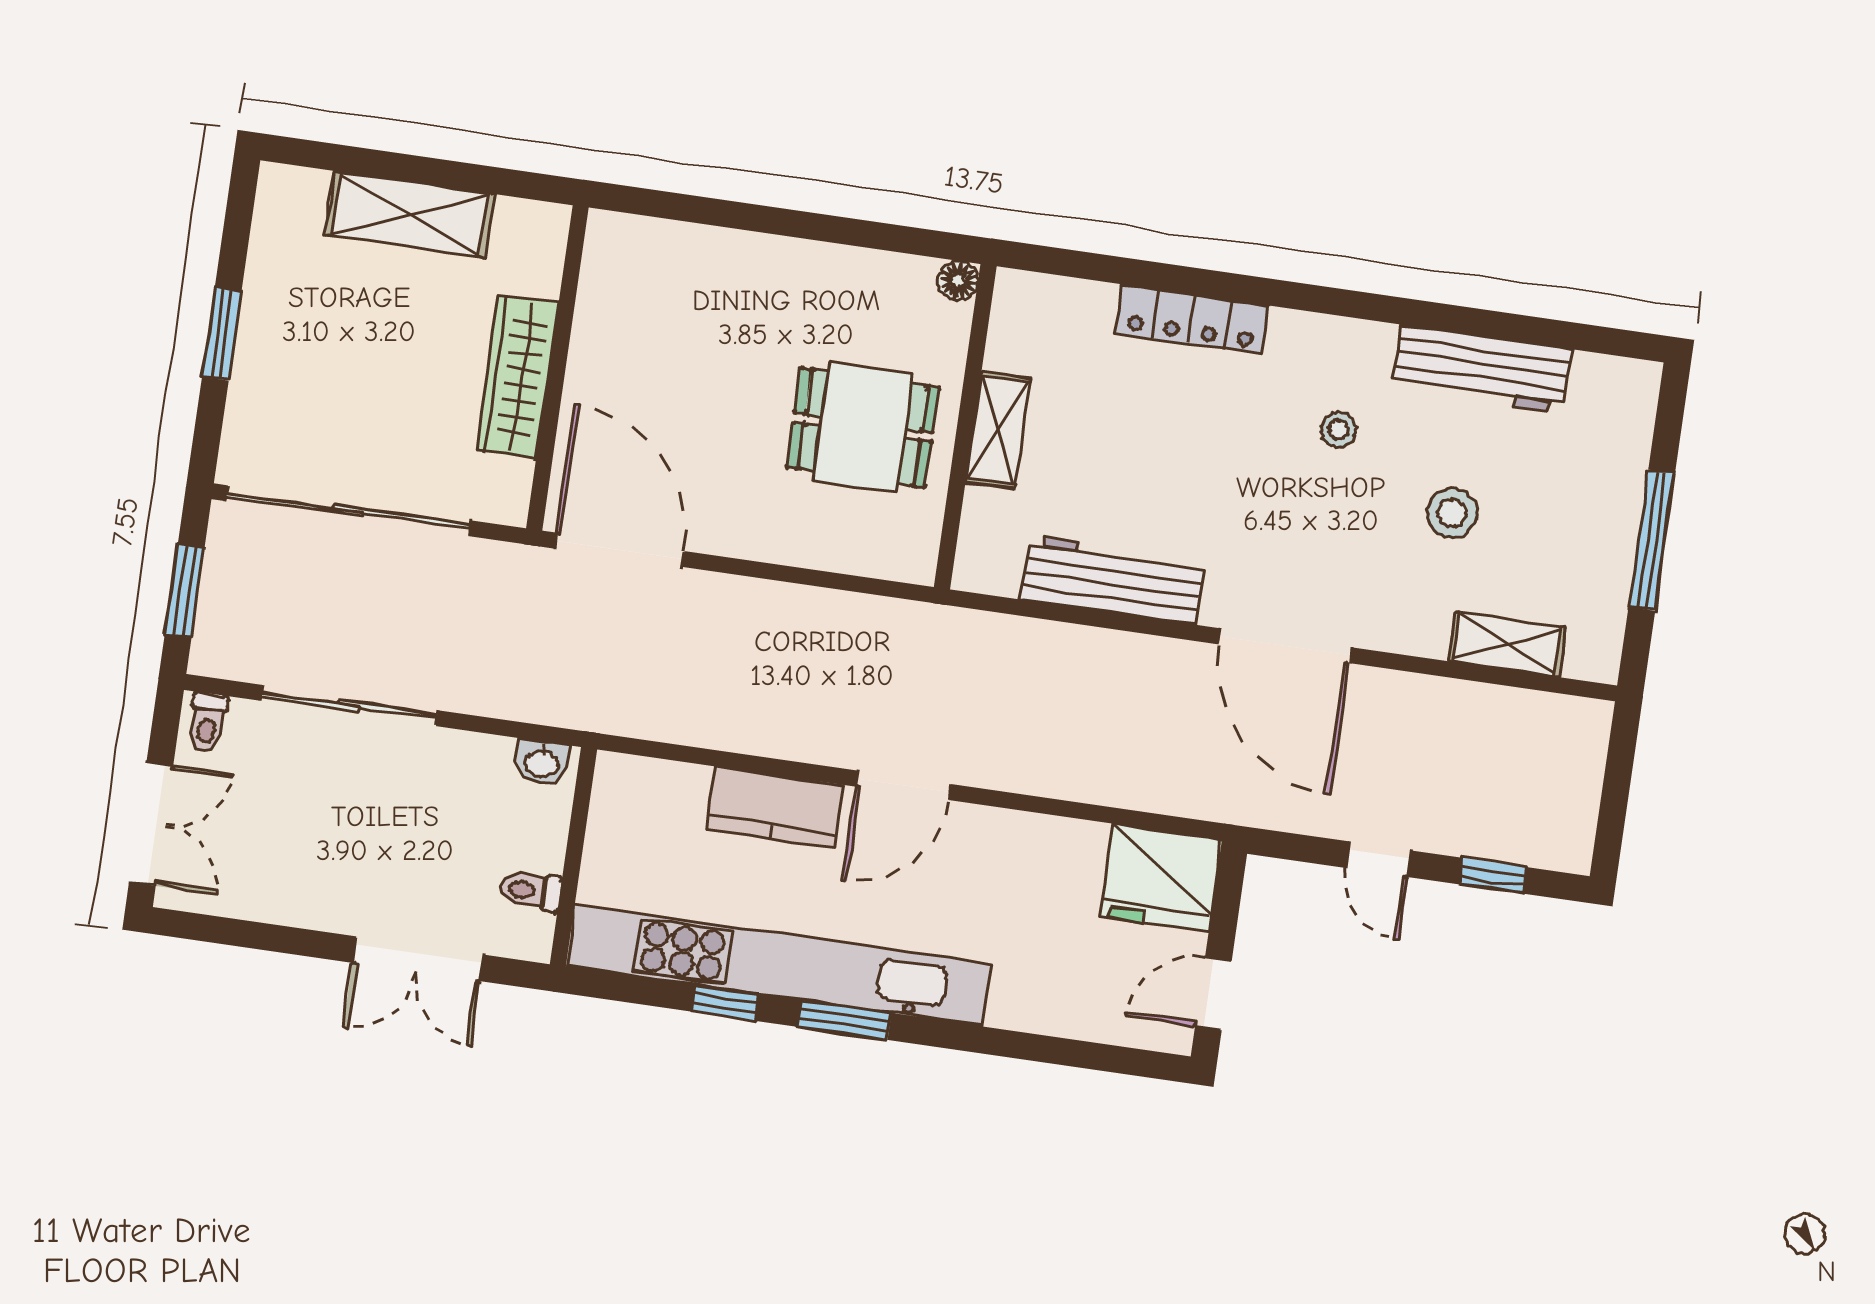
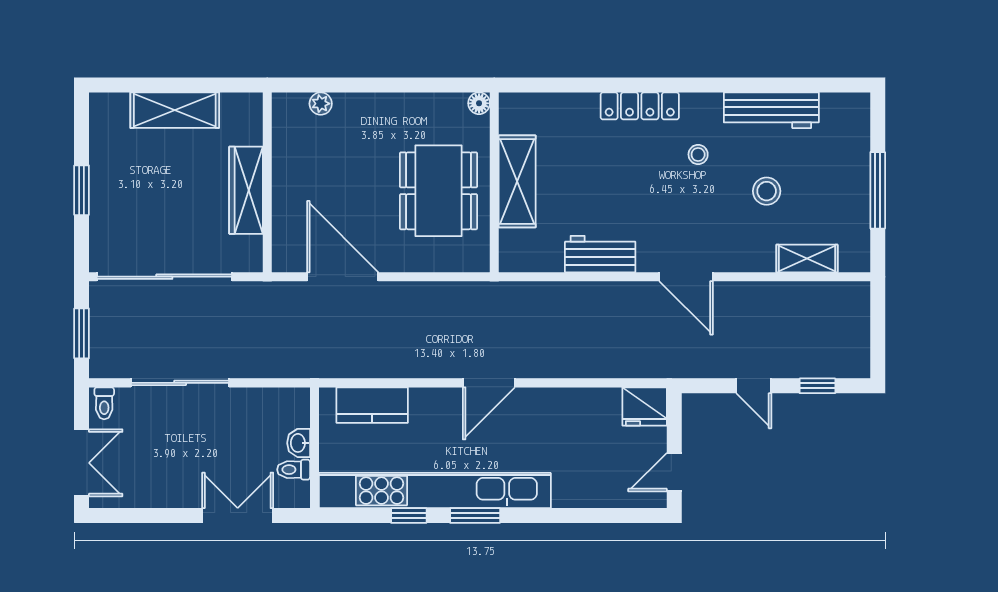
plant: (674, 240) -> (321, 104), added
locker: (1192, 319) -> (640, 106), moved
dining table: (863, 427) -> (438, 191), width x1.38
shelving: (998, 430) -> (517, 181), width x1.50, depth x1.33
door: (619, 550) -> (343, 277), moved
workbench: (1113, 579) -> (600, 254), width x0.73
door: (1285, 646) -> (686, 277), width x0.73
washbasin: (542, 762) -> (299, 443), moved, turned 90
kitchen counter: (775, 808) -> (372, 405), moved
fridge: (1161, 878) -> (645, 406), width x0.73, depth x0.75
double door: (418, 959) -> (238, 516), swing flipped

